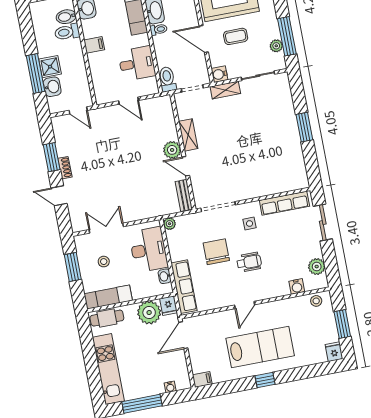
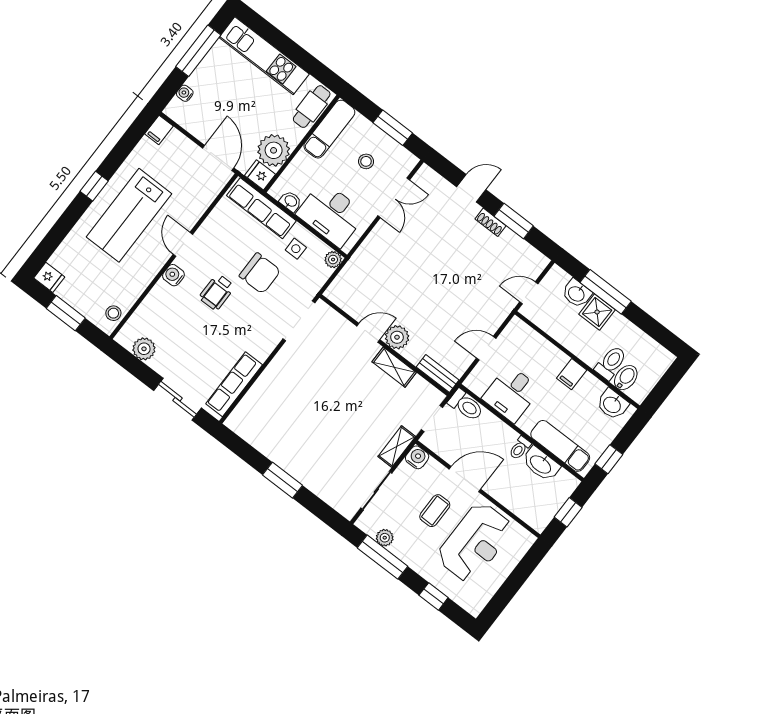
bench: (184, 195) -> (438, 373), moved
side table: (249, 224) -> (296, 249), moved
water cooler: (297, 286) -> (173, 275), moved

